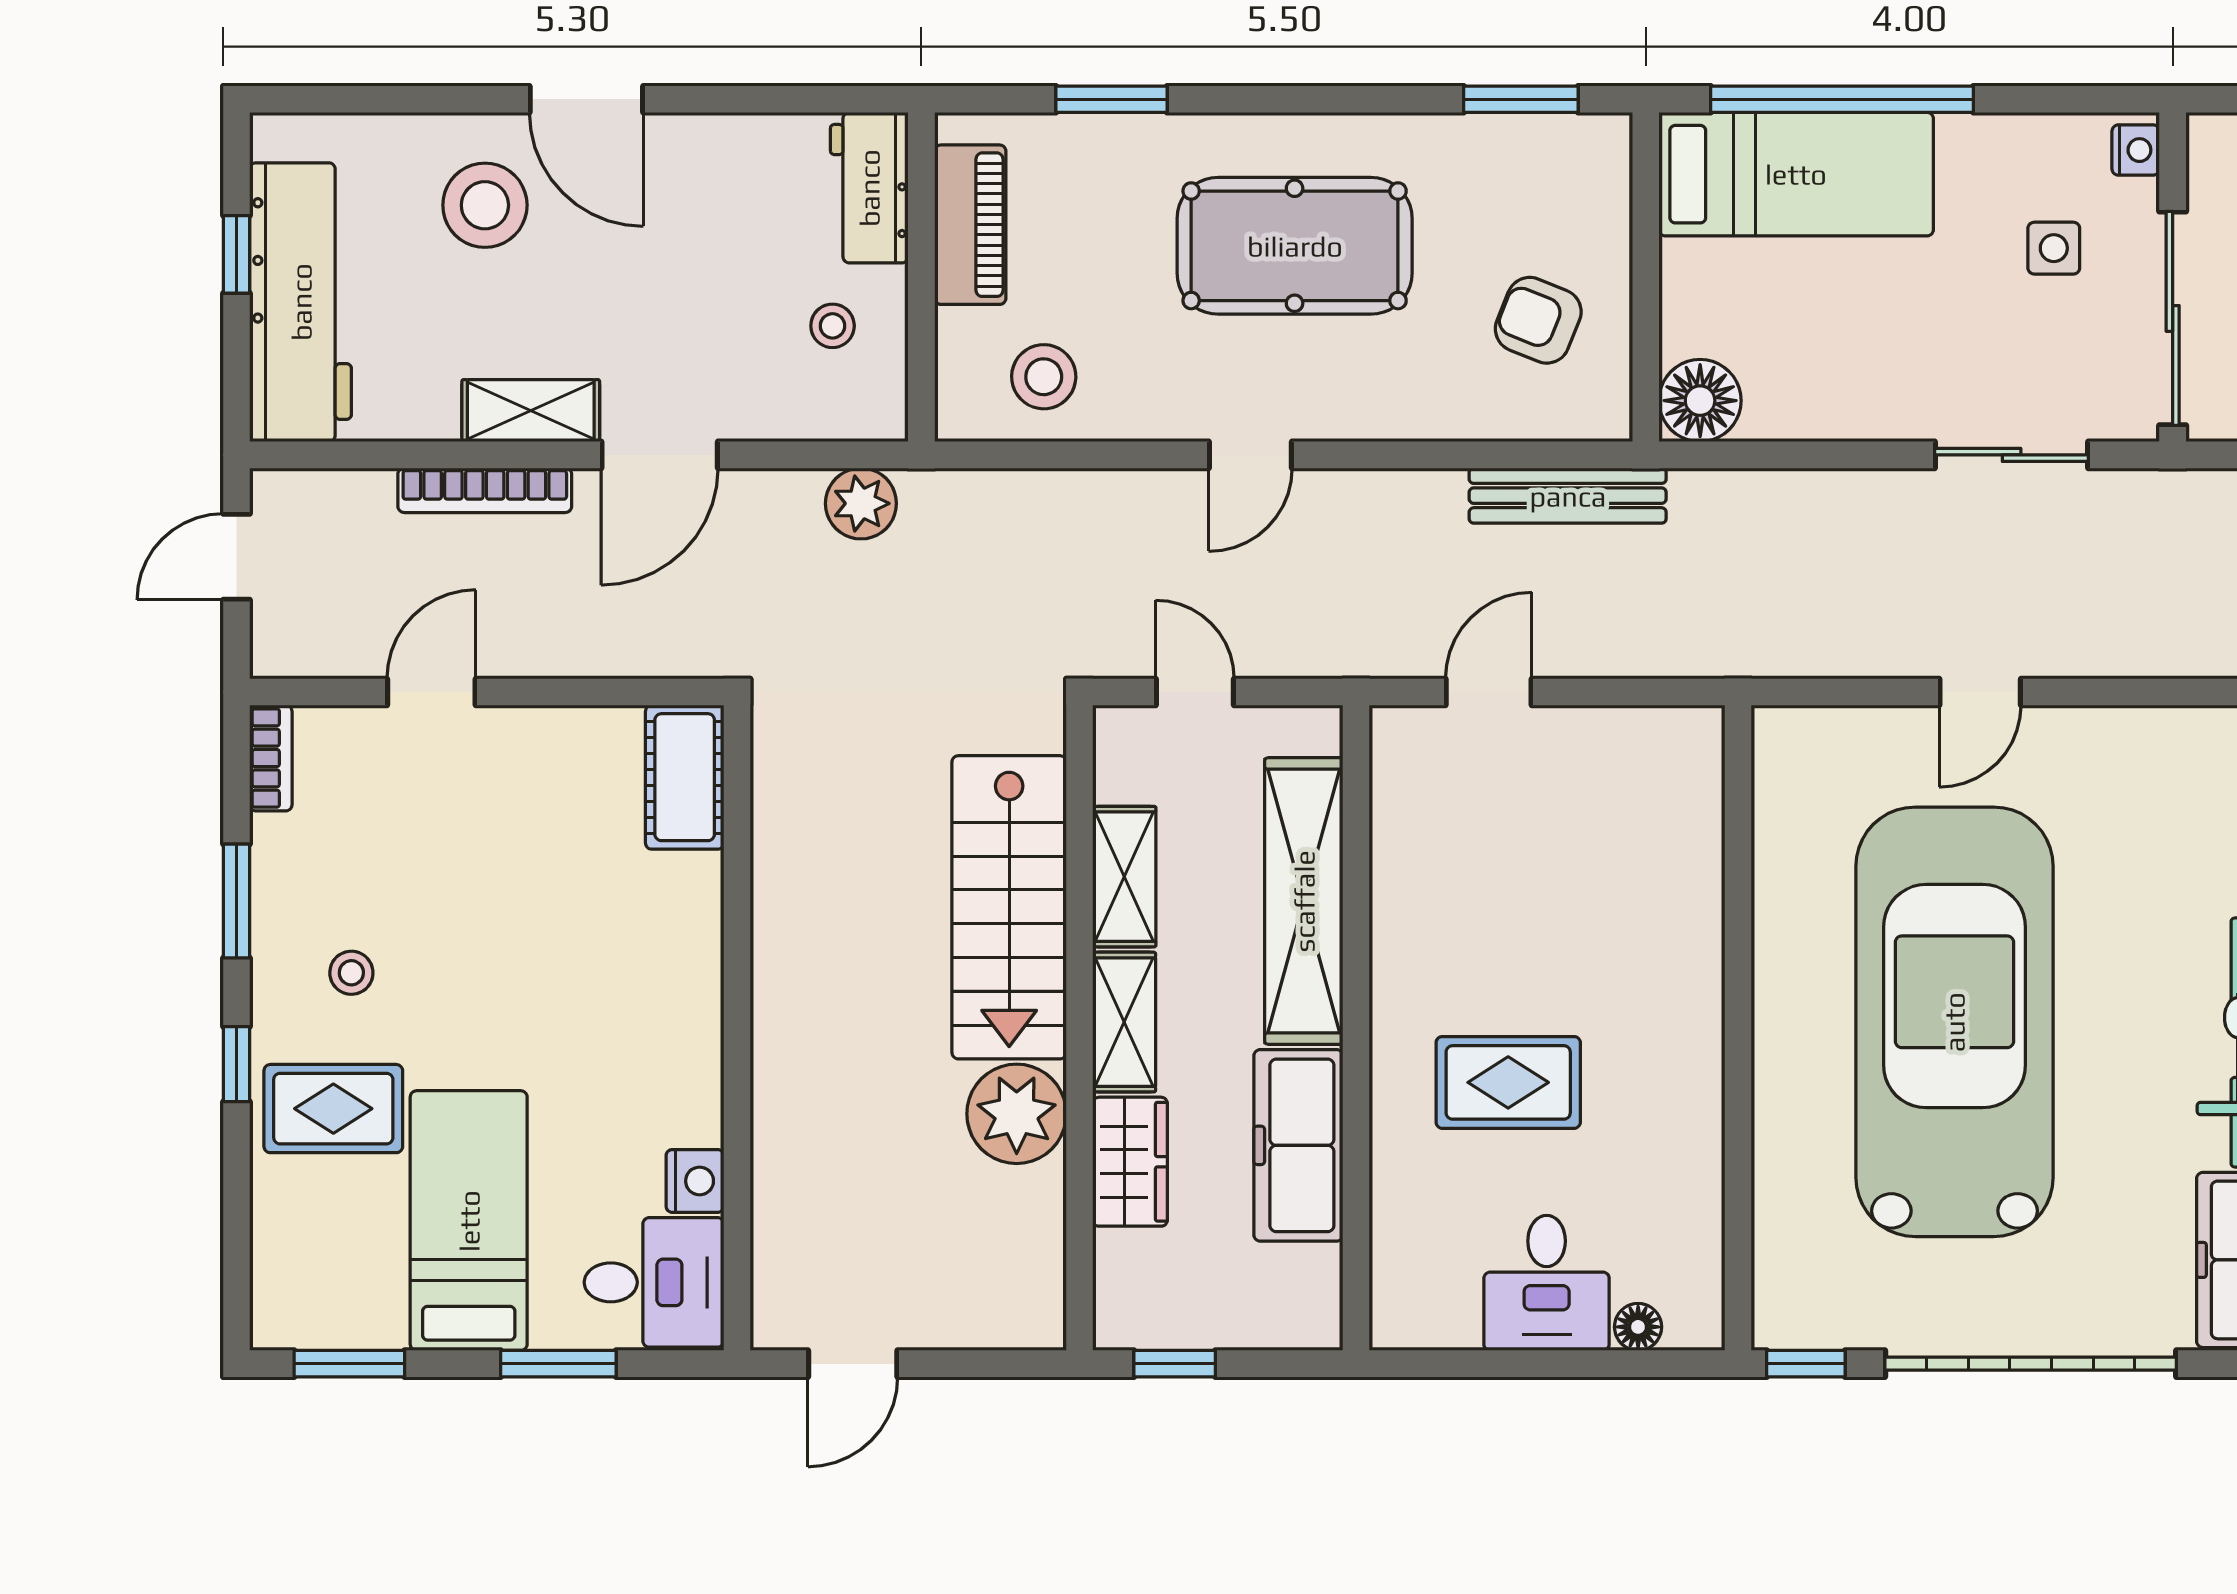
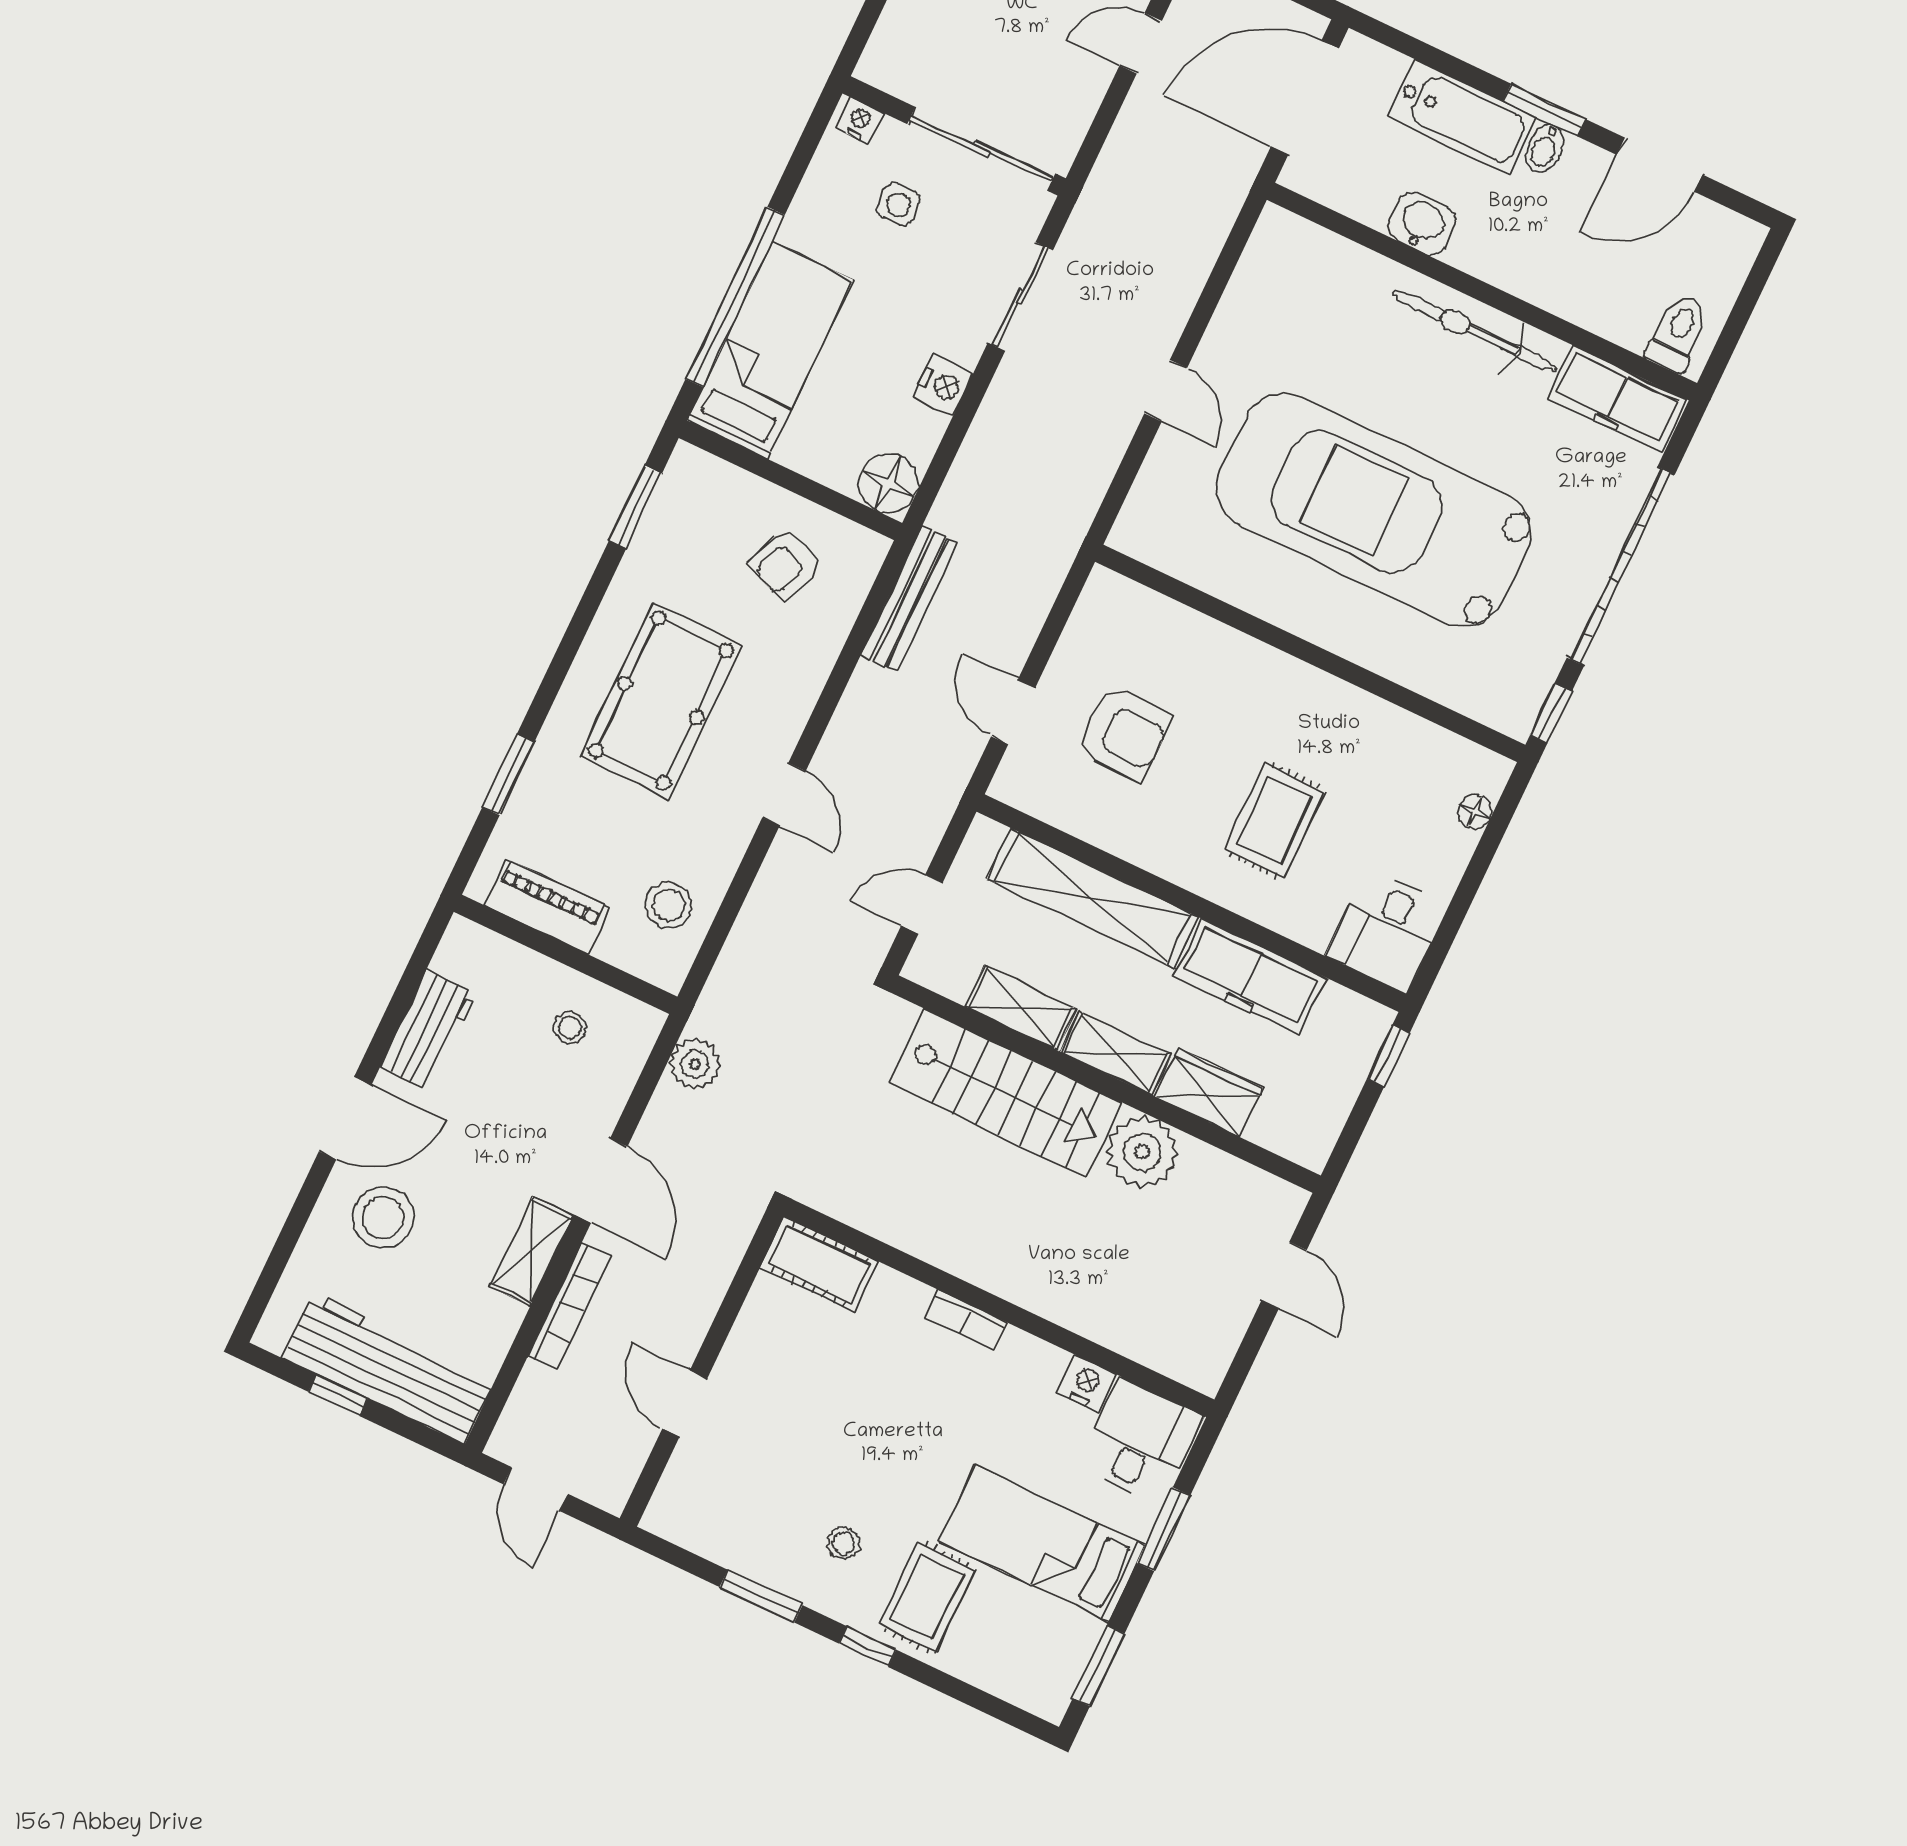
workbench: (869, 188) -> (428, 1031), moved, turned -90
nightstand: (1855, 411) -> (943, 385), added
bookcase: (271, 758) -> (966, 1320), moved, turned 180
armchair: (1527, 843) -> (1124, 734), added
desk: (1547, 1283) -> (1387, 931), moved, turned 90
door: (853, 1364) -> (1284, 1275), moved
window: (1175, 1364) -> (1388, 1056), moved

